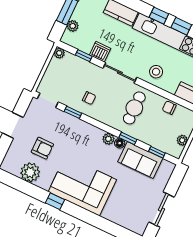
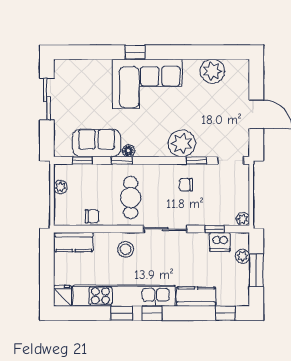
dishwasher: (100, 52) -> (220, 242), moved
plant: (108, 139) -> (182, 143), moved, width x1.87, depth x1.87
armchair: (42, 148) -> (212, 104), removed
window: (55, 201) -> (135, 52), moved

